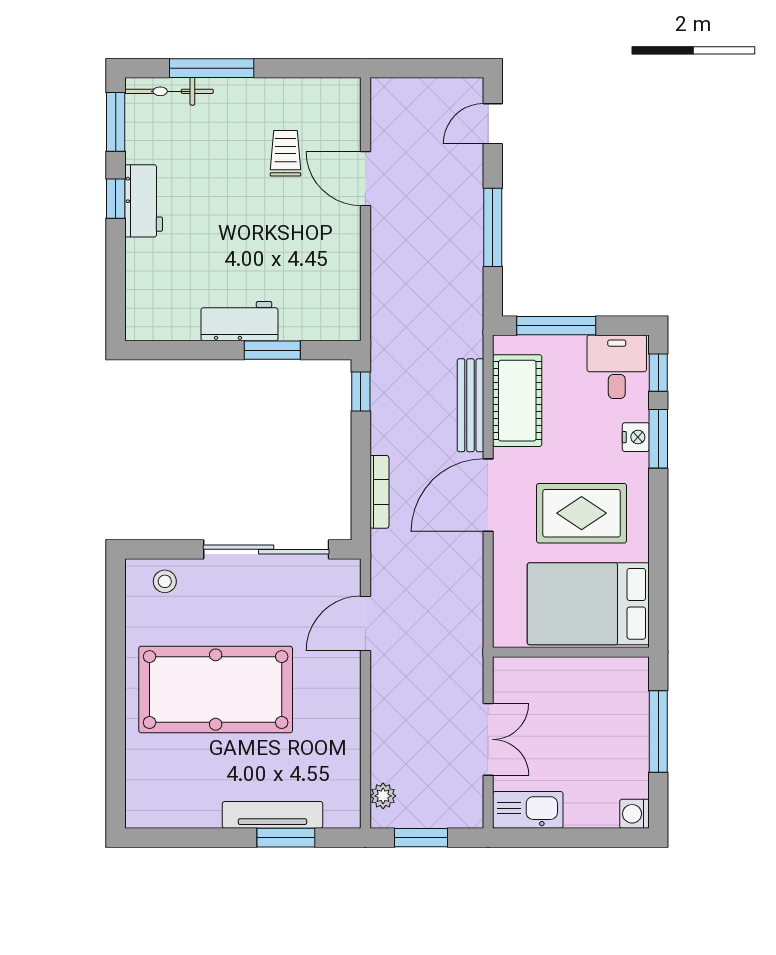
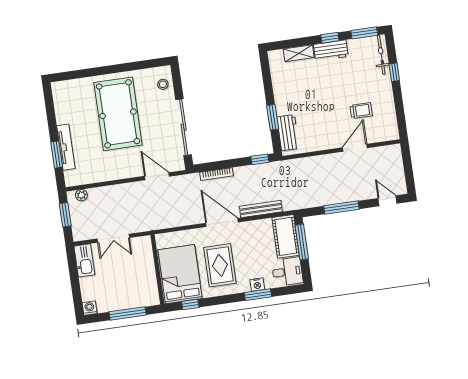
window: (212, 68) -> (394, 72), width x0.46
shelving: (140, 272) -> (299, 53), added
workbench: (239, 321) -> (288, 133), moved
window: (658, 373) -> (190, 304), moved
cot: (517, 401) -> (286, 236), moved, turned 90

